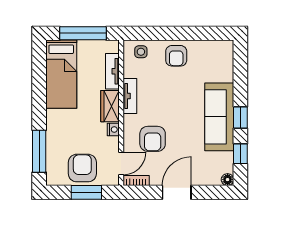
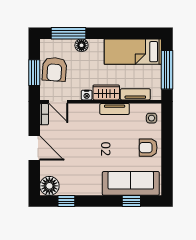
sofa: (219, 117) -> (131, 183), moved
window: (240, 117) -> (131, 201), moved
floor lamp: (54, 136) -> (81, 45), added
armchair: (153, 139) -> (79, 128), removed
armchair: (82, 168) -> (54, 69), turned 94
floor lamp: (228, 180) -> (49, 186), width x1.89, depth x1.89

